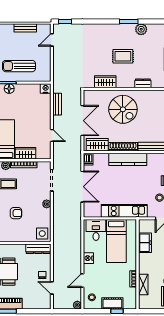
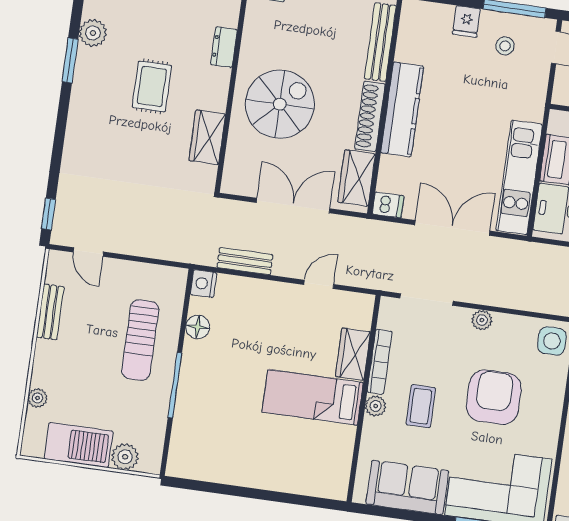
floor lamp: (9, 89) -> (198, 327), moved
kitchen unit: (124, 211) -> (519, 178), moved
armchair: (16, 213) -> (494, 397), width x1.88, depth x1.88

